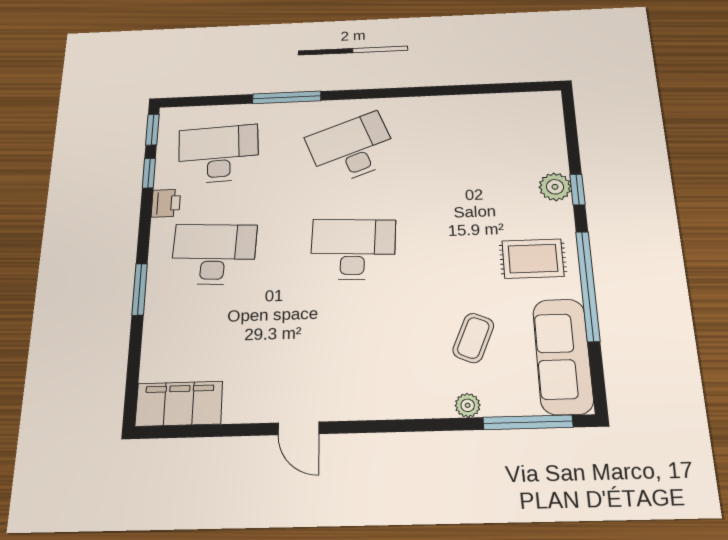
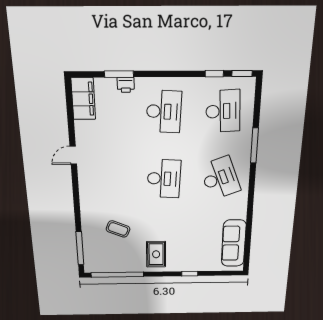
plant: (555, 187) -> (192, 265), removed
printer: (166, 203) -> (126, 85), moved
window: (588, 286) -> (117, 275), moved
window: (140, 289) -> (119, 74), moved
sofa: (563, 356) -> (234, 243), moved, turned -90
plant: (468, 405) -> (87, 226), removed

